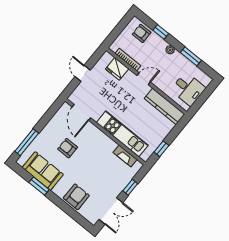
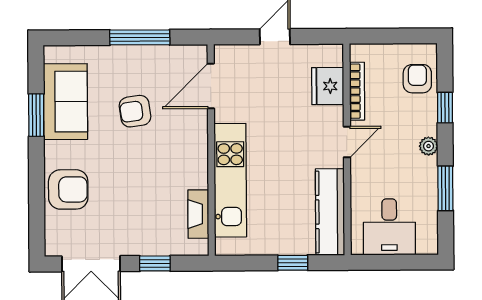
door: (144, 79) -> (347, 142), hinge flipped
window: (27, 142) -> (140, 37), moved
armchair: (68, 148) -> (135, 111), turned -98
window: (161, 149) -> (293, 263), moved

